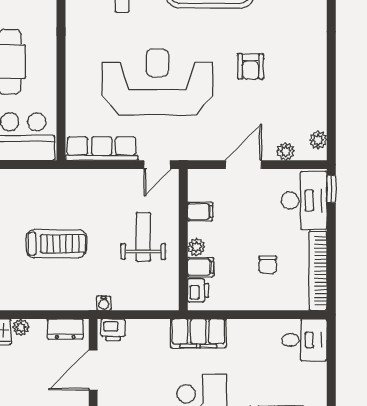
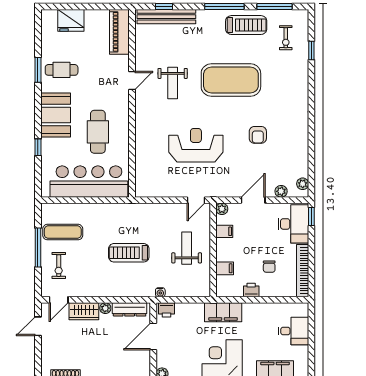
reception desk: (157, 82) -> (196, 145), width x0.74, depth x0.77
row of seats: (102, 149) -> (159, 189), removed
treadmill: (56, 244) -> (129, 253), turned 180
plant: (196, 247) -> (222, 209), moved
printer: (198, 290) -> (251, 290), moved, turned -90
dresser: (65, 329) -> (130, 309), width x1.44
desk: (304, 340) -> (294, 331), moved

